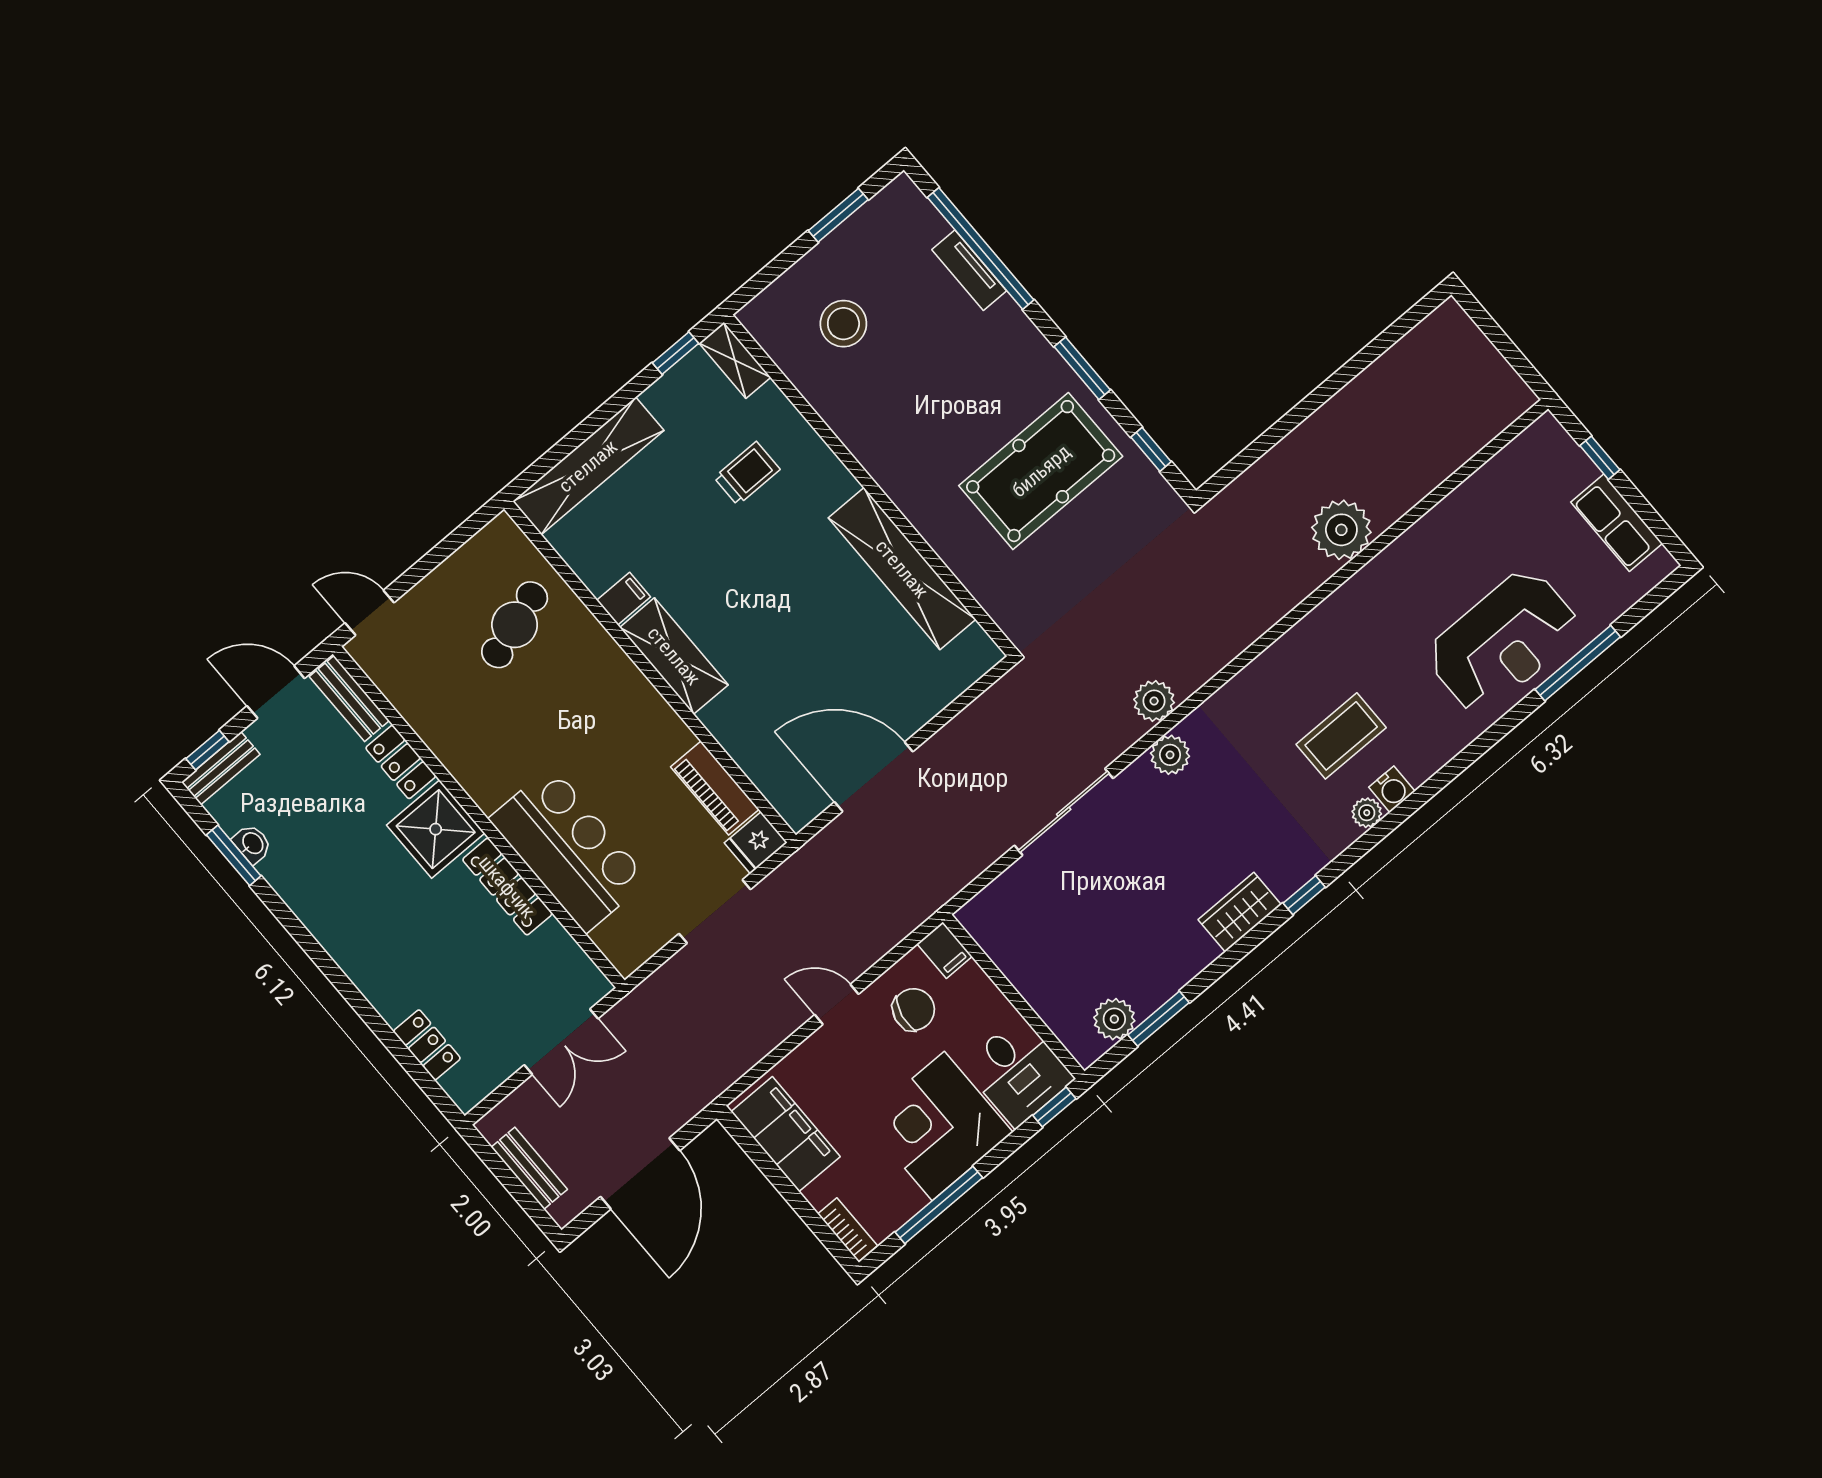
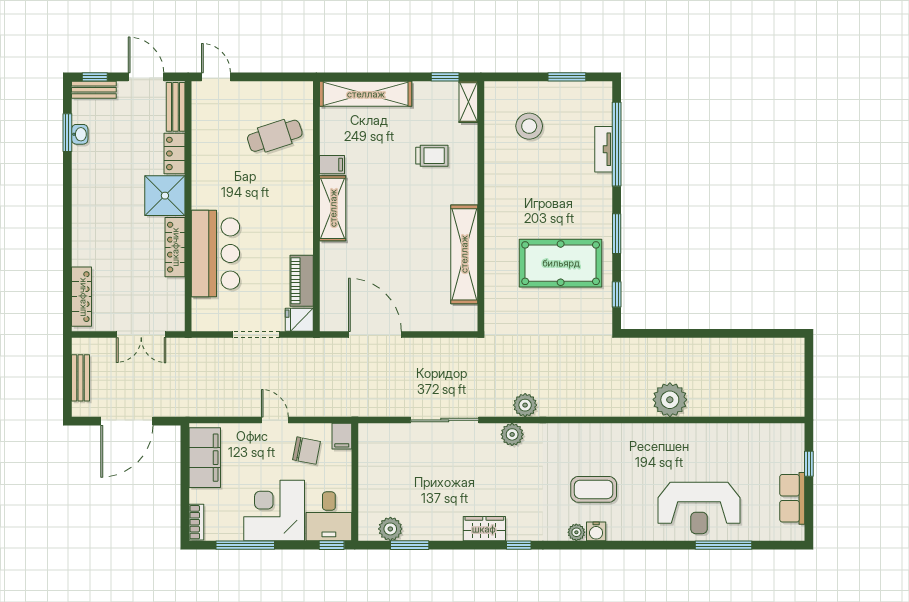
locker: (427, 1045) -> (82, 297), width x1.53

